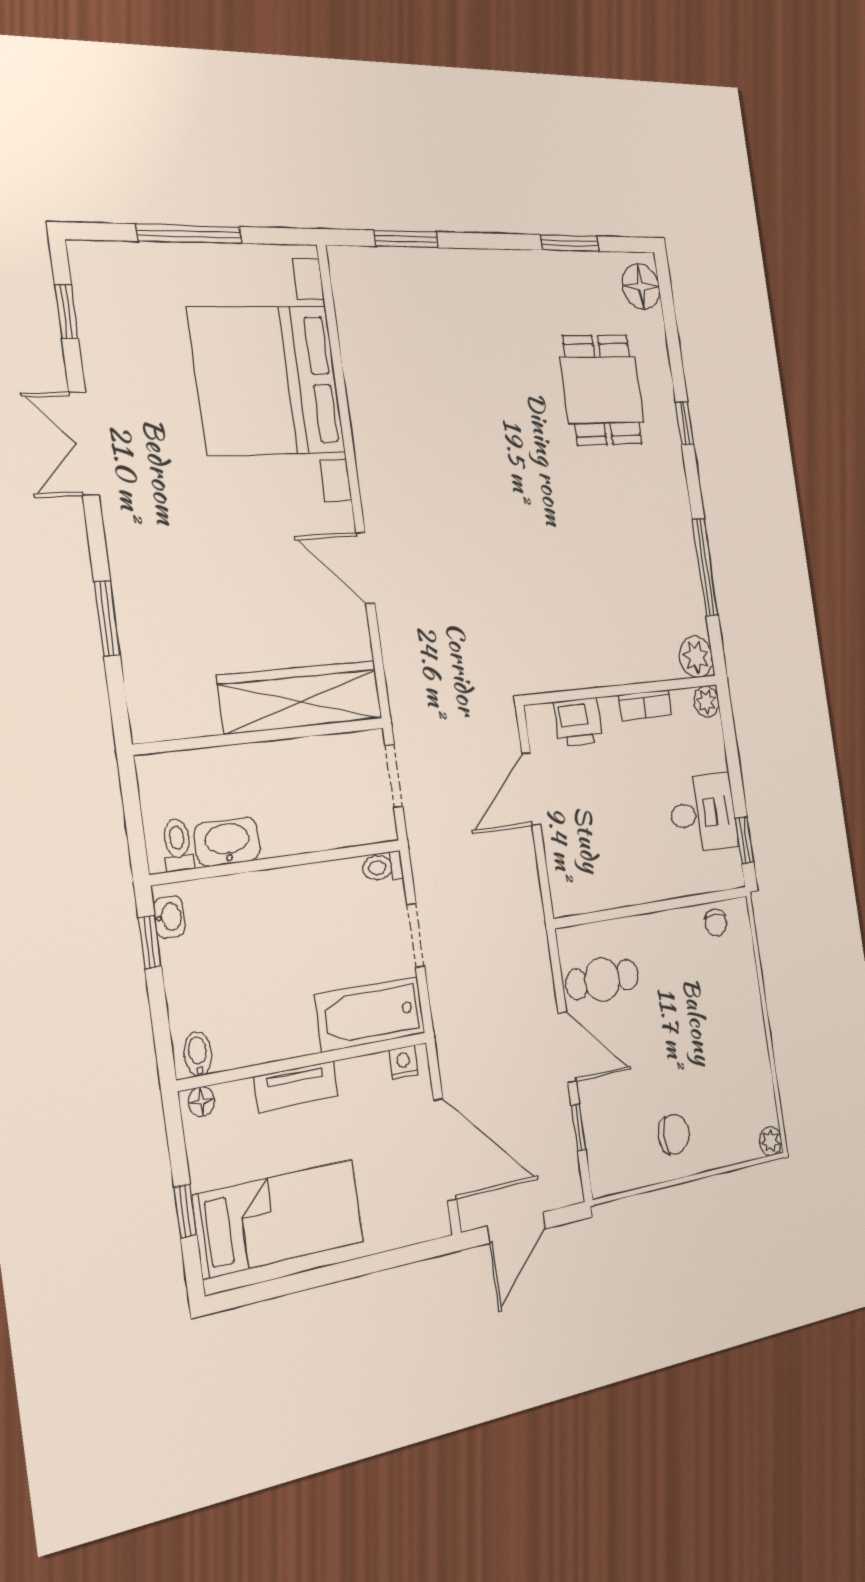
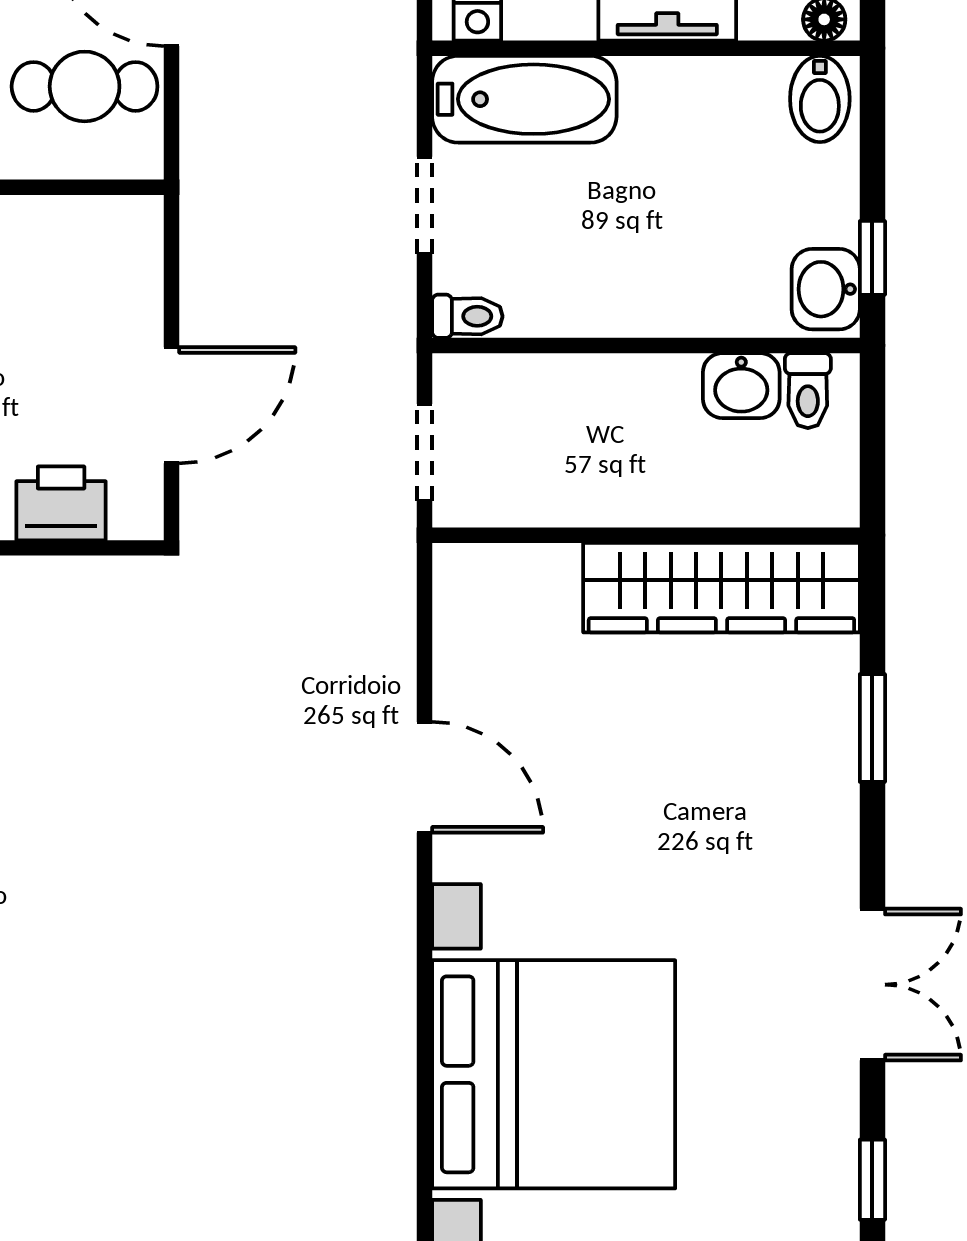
wardrobe: (300, 697) -> (721, 588), moved
washbasin: (227, 842) -> (741, 386), width x0.72
washbasin: (169, 917) -> (826, 289), width x1.38, depth x1.45
bidet: (198, 1054) -> (820, 99), width x1.38, depth x1.36

